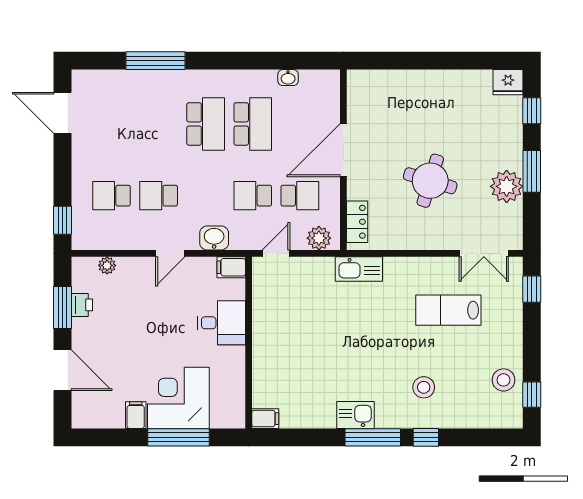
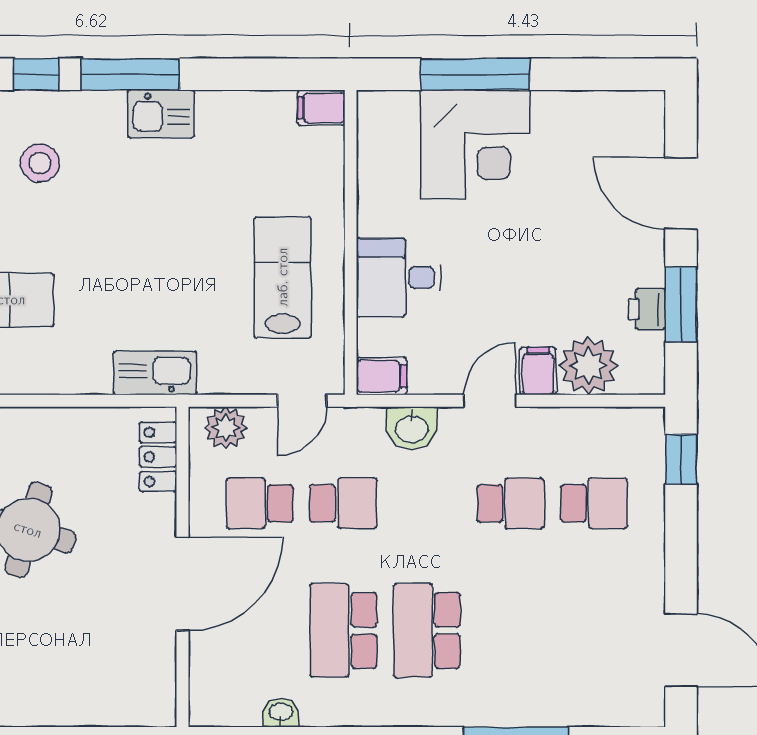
plant: (107, 265) -> (588, 366), width x1.88, depth x1.88
lab bench: (287, 323) -> (283, 277), added
filing cabinet: (136, 415) -> (538, 371), moved, turned 180

